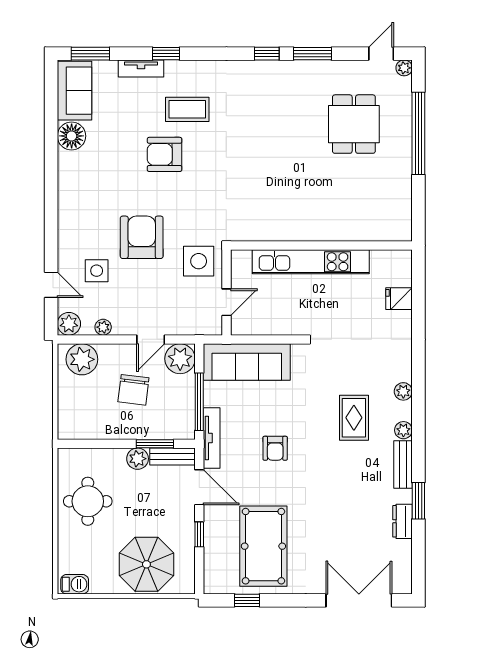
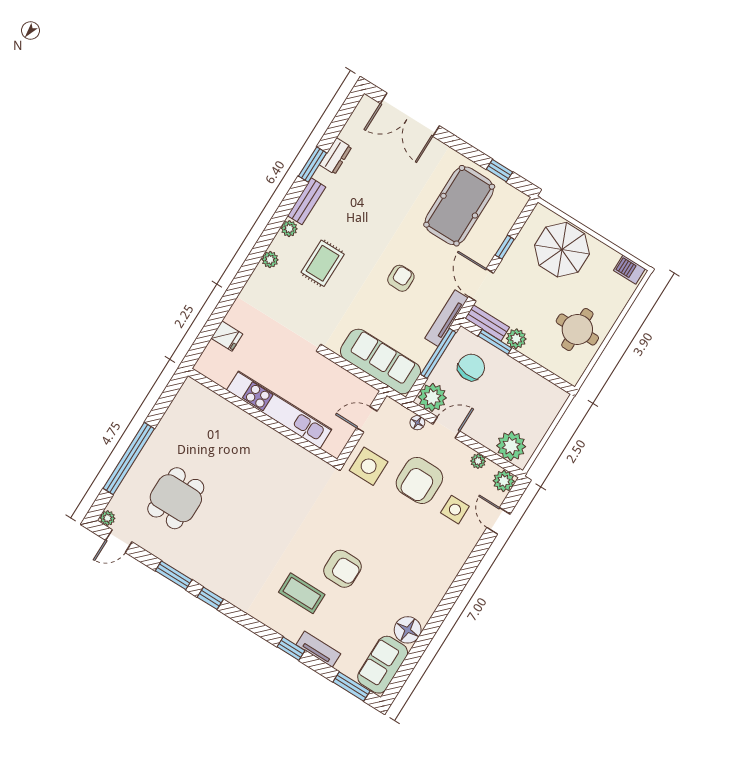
armchair: (142, 237) -> (419, 480), moved
floor lamp: (179, 328) -> (417, 423), added
chair: (133, 390) -> (471, 367), moved

